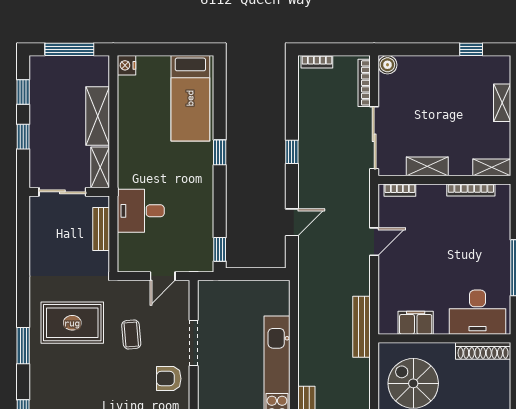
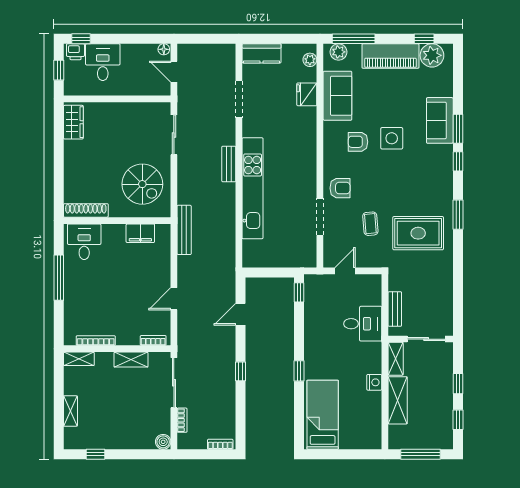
nightstand: (126, 65) -> (374, 382), moved
bookcase: (364, 83) -> (182, 420), width x0.64
desk: (477, 312) -> (84, 242), width x0.73

